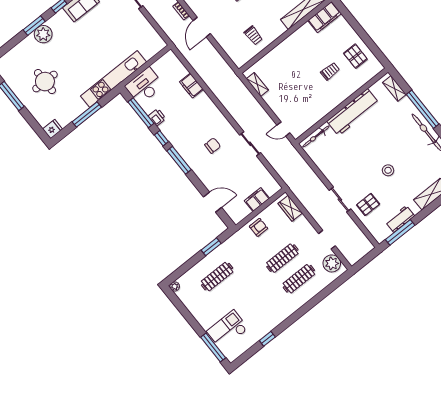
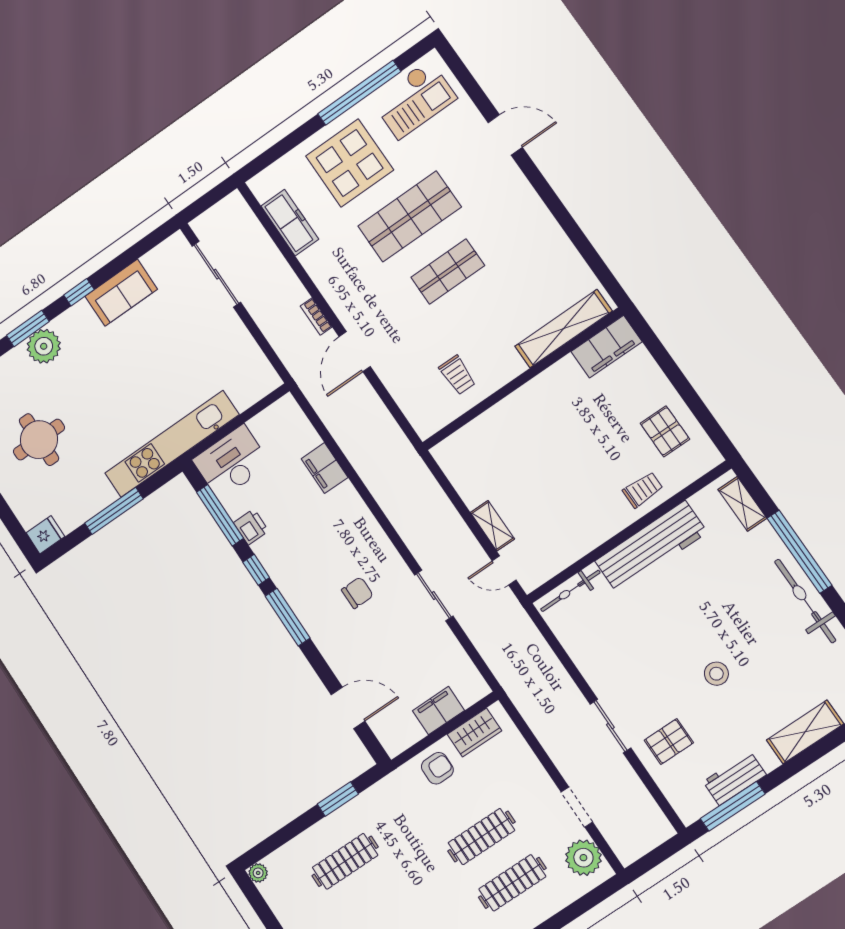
trolley: (330, 71) -> (643, 490), moved
shelving: (257, 84) -> (492, 526), moved
wardrobe: (290, 208) -> (474, 732), moved, turned -90

